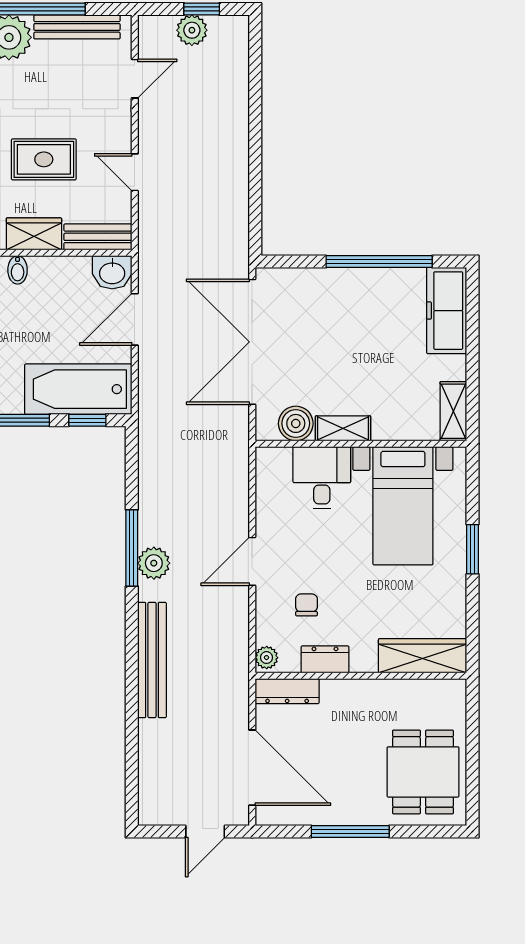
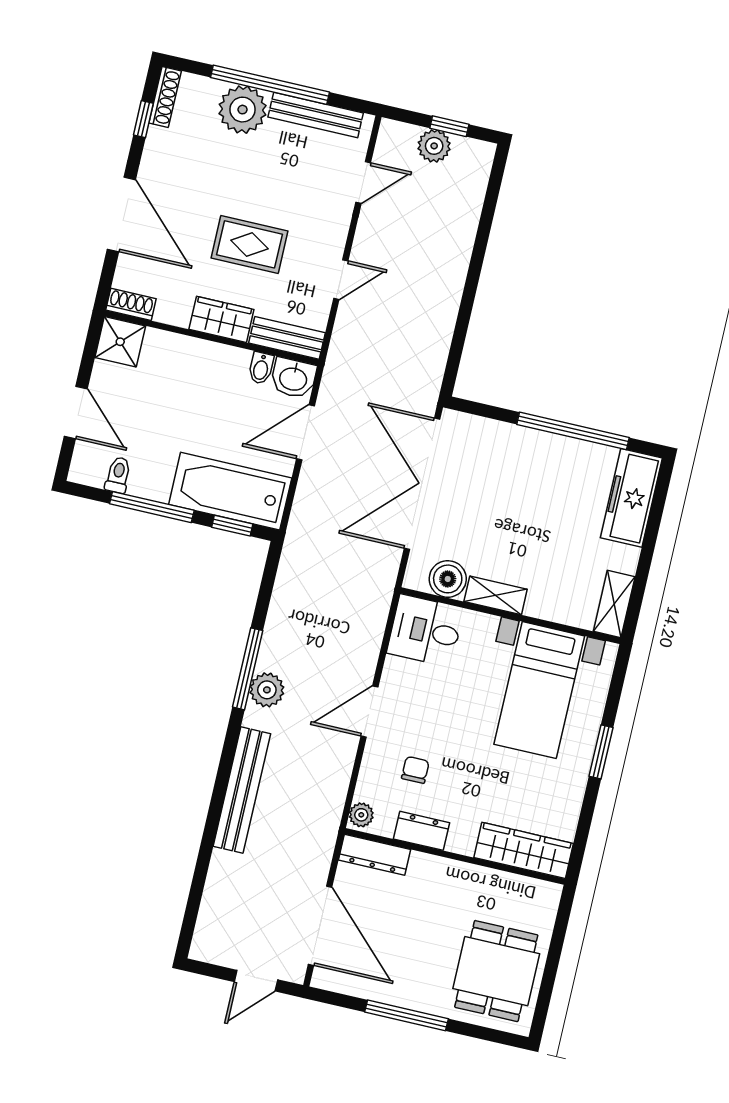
door: (135, 172) -> (341, 280), swing flipped
bidet: (18, 270) -> (261, 368), moved
desk: (322, 478) -> (425, 631), moved, turned -90

